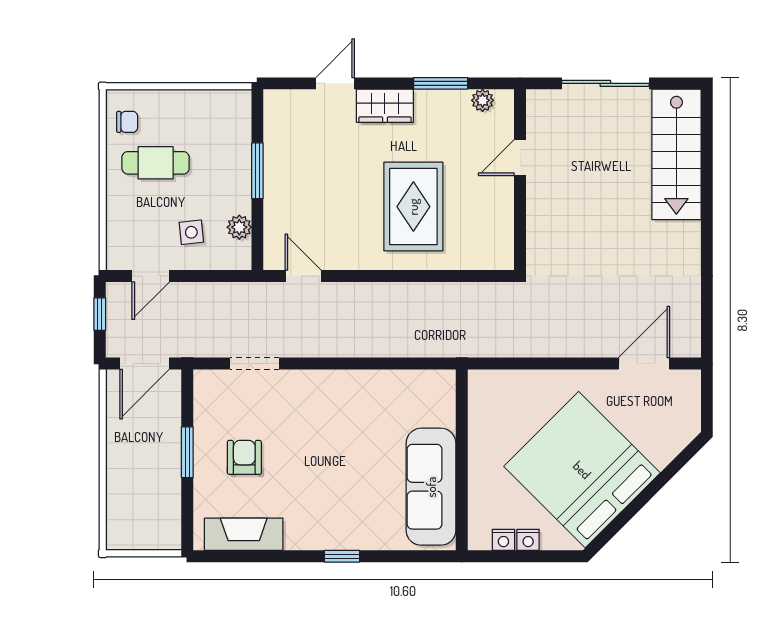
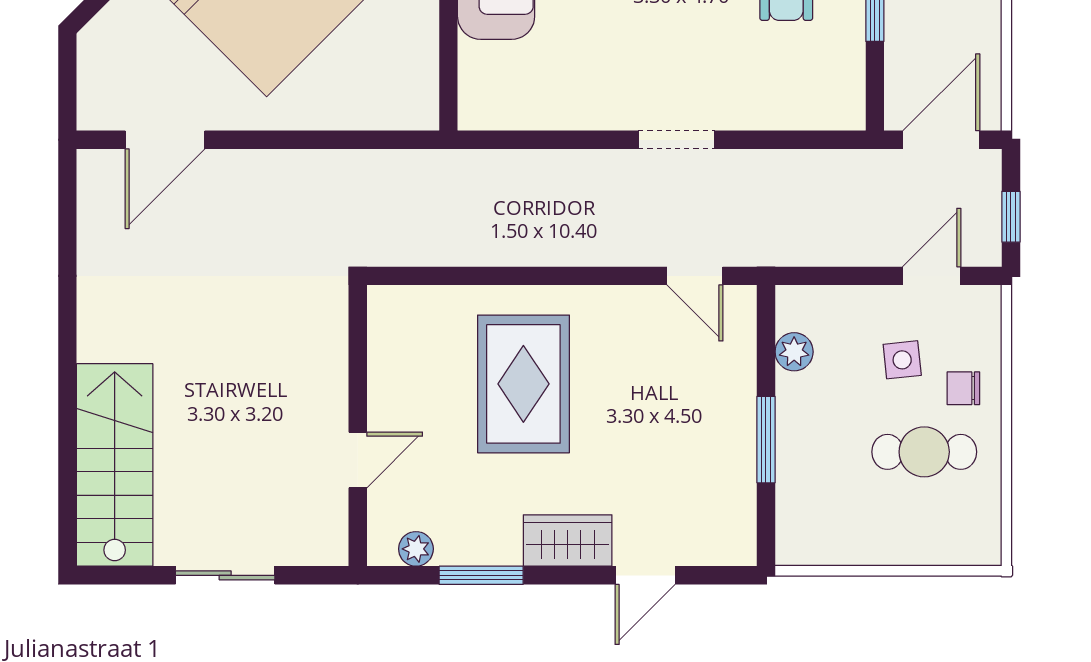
sliding door: (605, 83) -> (225, 575), width x0.73
chair: (127, 122) -> (963, 388), moved
side table: (191, 232) -> (902, 360), moved
doorway: (254, 364) -> (677, 140), moved

